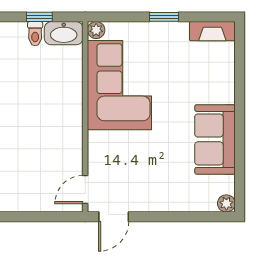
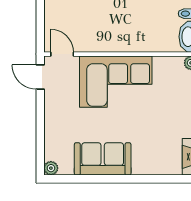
corner sofa: (119, 85) -> (116, 82), moved

